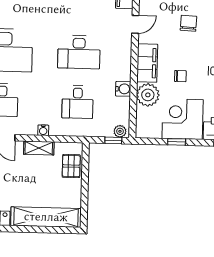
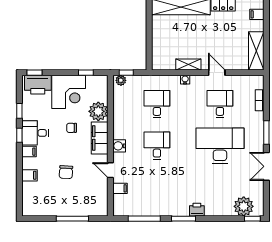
door: (135, 24) -> (110, 170), hinge flipped
desk: (79, 52) -> (157, 146), width x0.73
water cooler: (123, 89) -> (119, 146), moved
window: (177, 142) -> (86, 73), moved
pallet: (71, 166) -> (161, 50), removed

